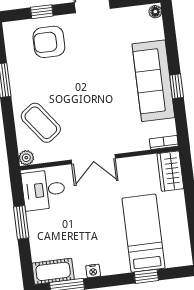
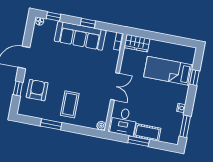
window: (170, 30) -> (54, 16), added
armchair: (49, 42) -> (37, 90), turned 180
coffee table: (41, 123) -> (70, 104), moved, turned -53
cot: (53, 271) -> (147, 132), moved, turned 90

